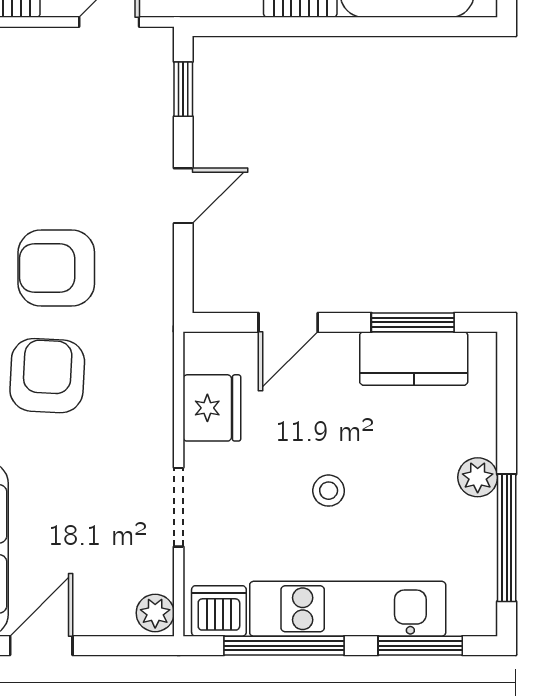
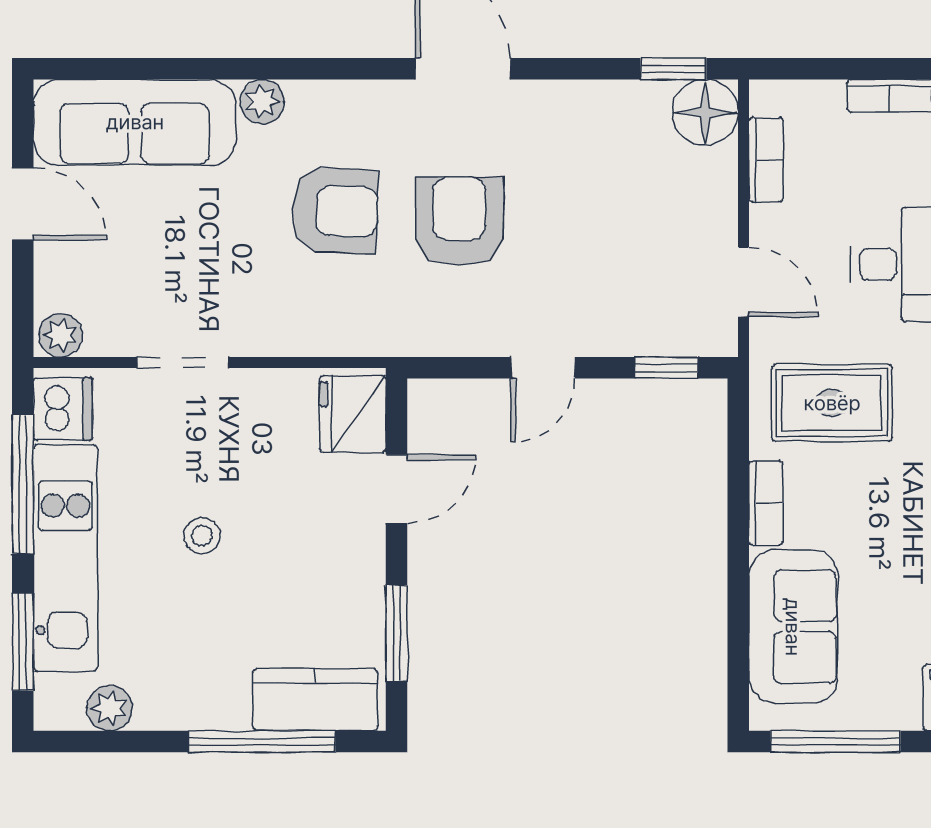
door: (183, 196) -> (543, 368), hinge flipped
door: (288, 322) -> (397, 489), swing flipped
kitchen counter: (414, 358) -> (315, 700), moved, turned 90
fridge: (212, 408) -> (353, 414), moved, turned 90
plant: (478, 477) -> (110, 708), moved
window: (507, 538) -> (262, 741), moved

